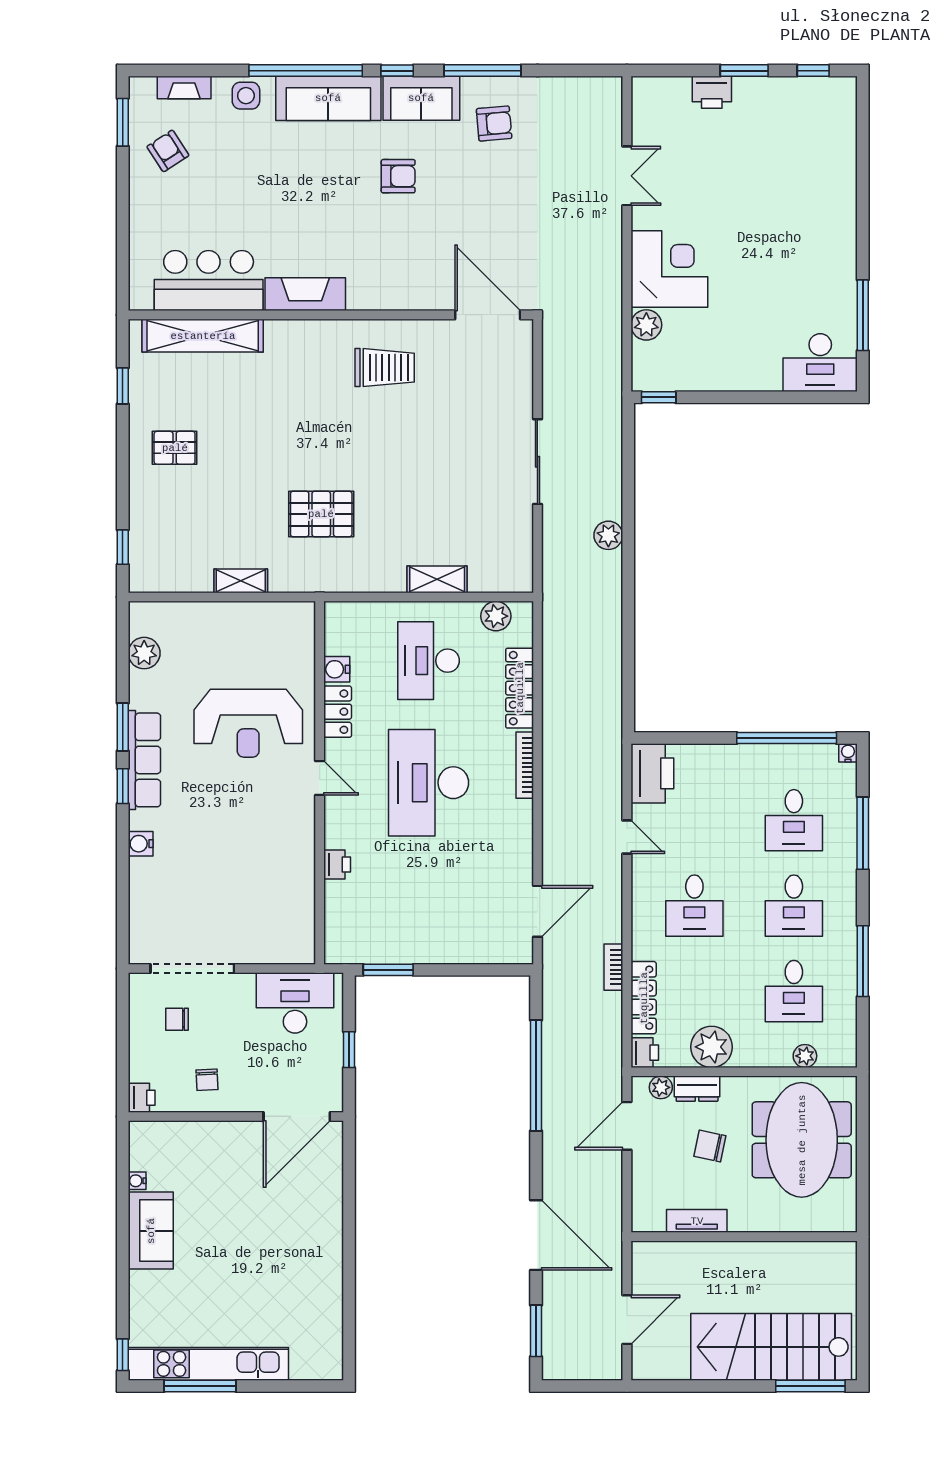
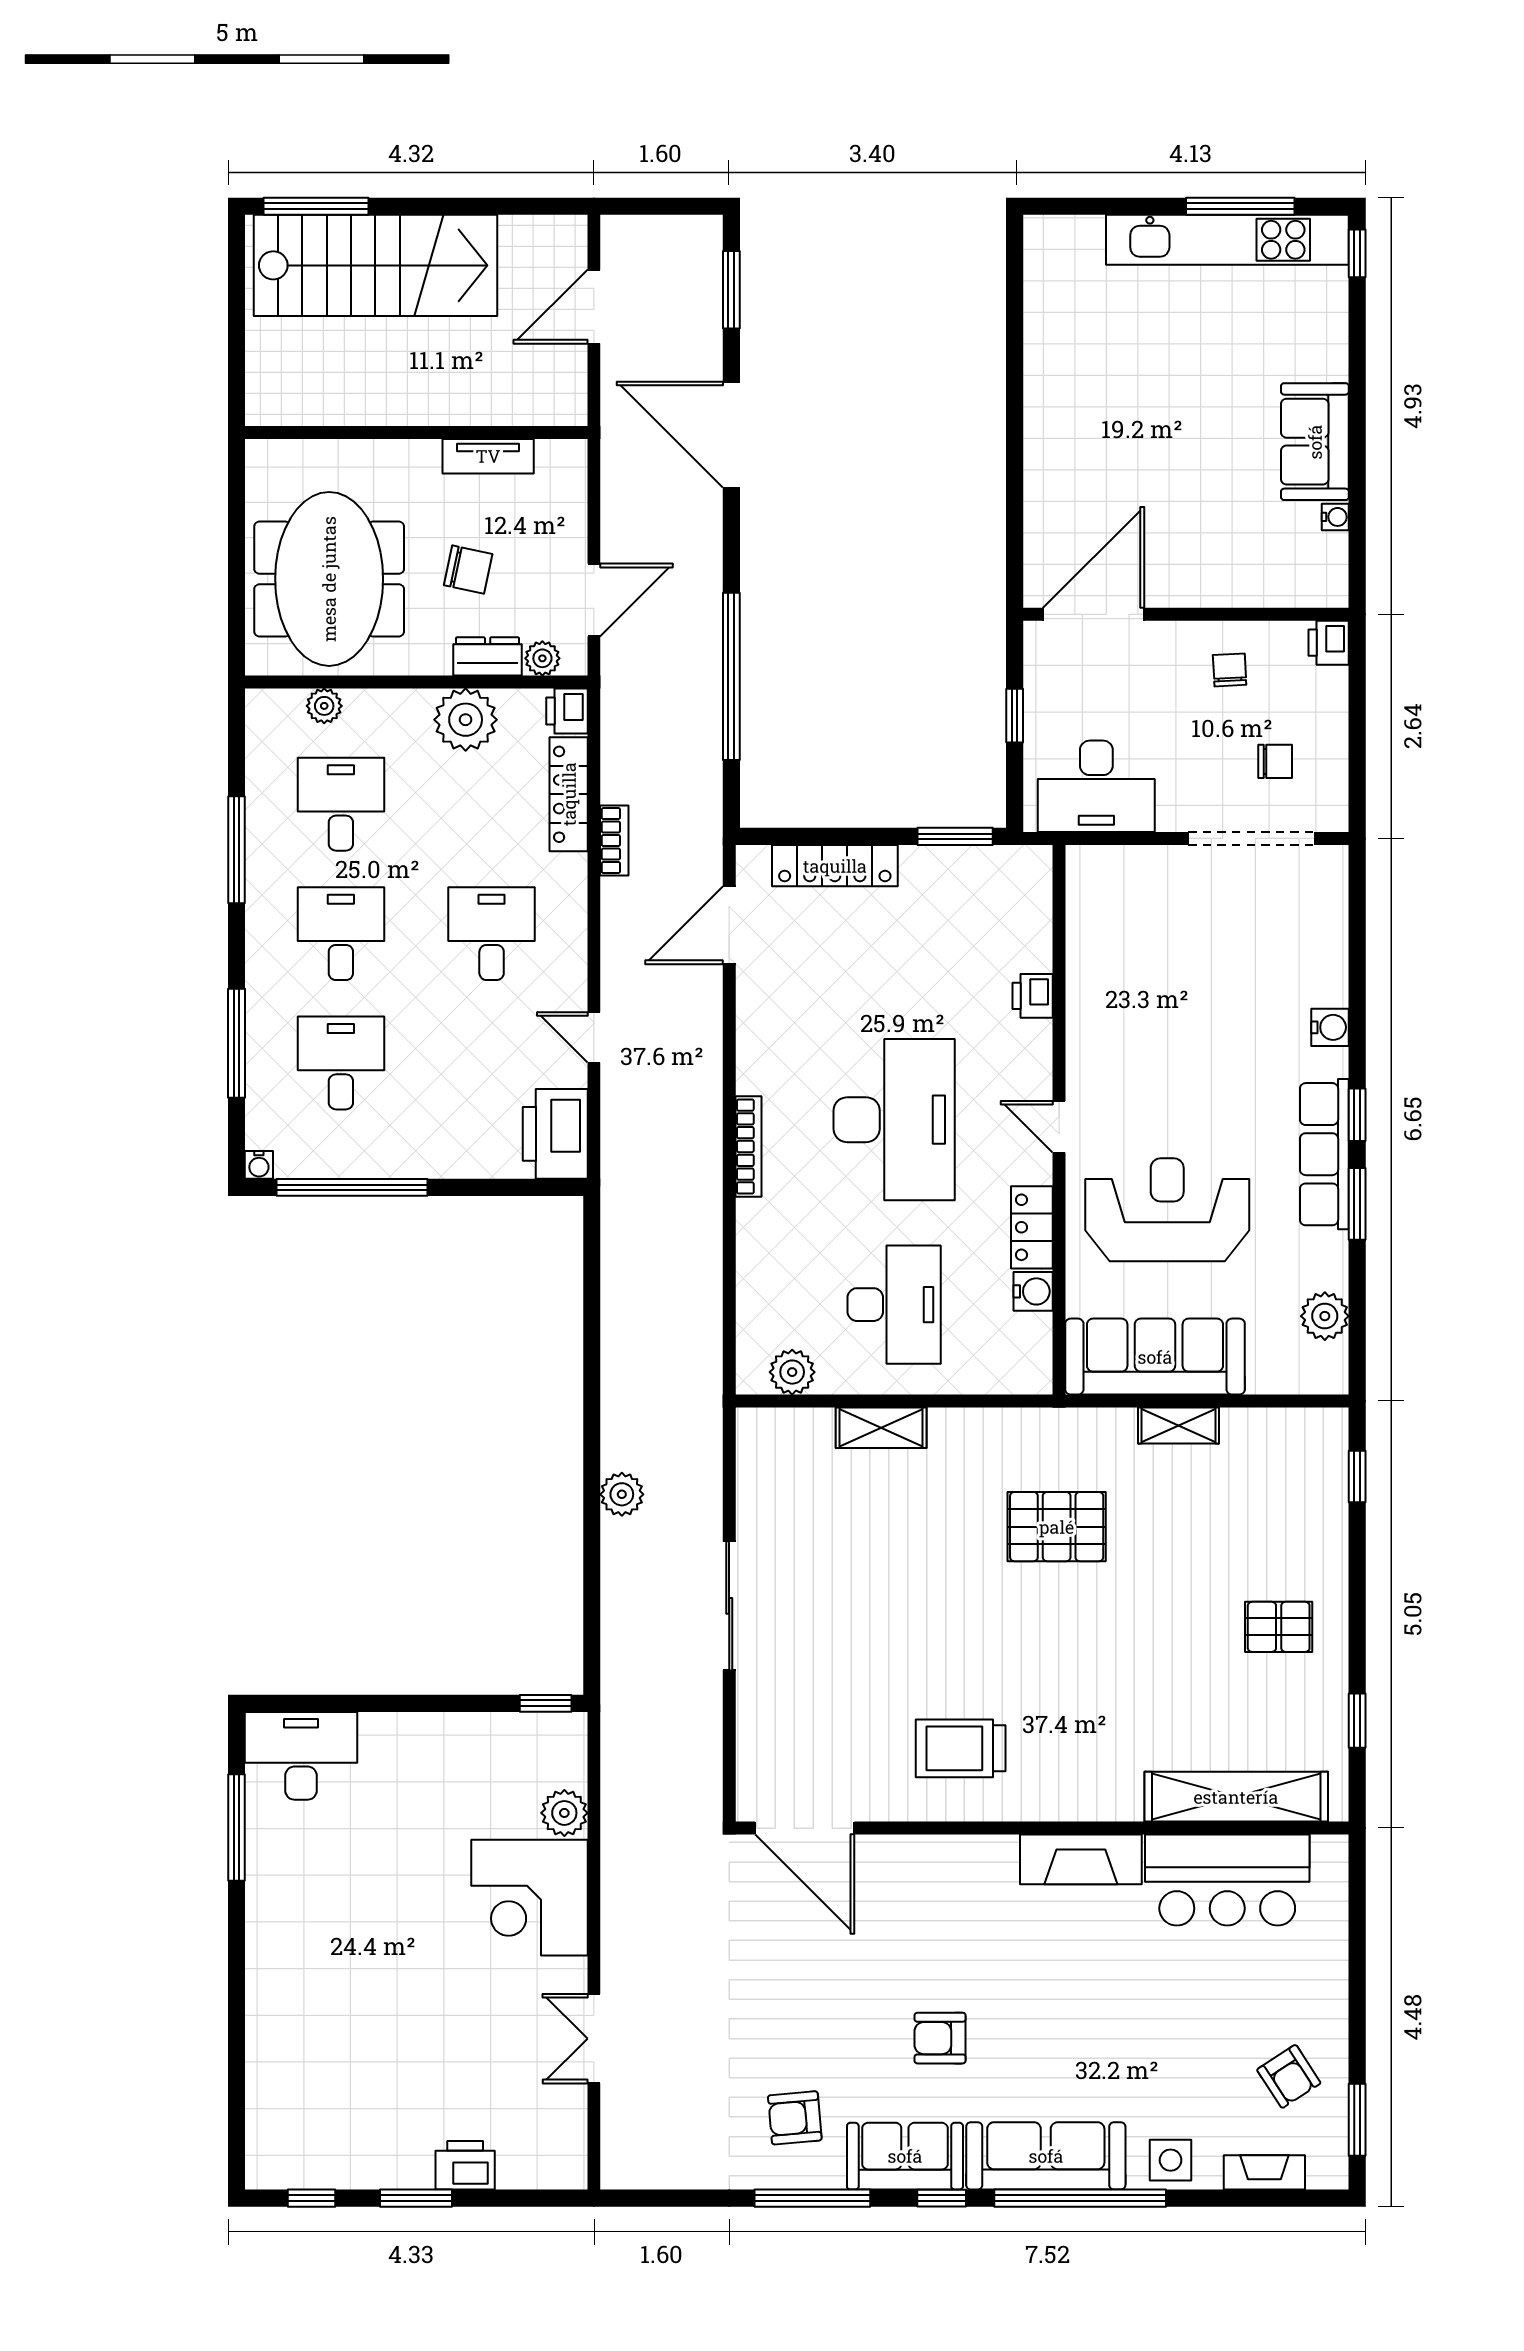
sofa: (256, 626) -> (1155, 1357), added
locker: (520, 688) -> (835, 866), moved, turned 90

